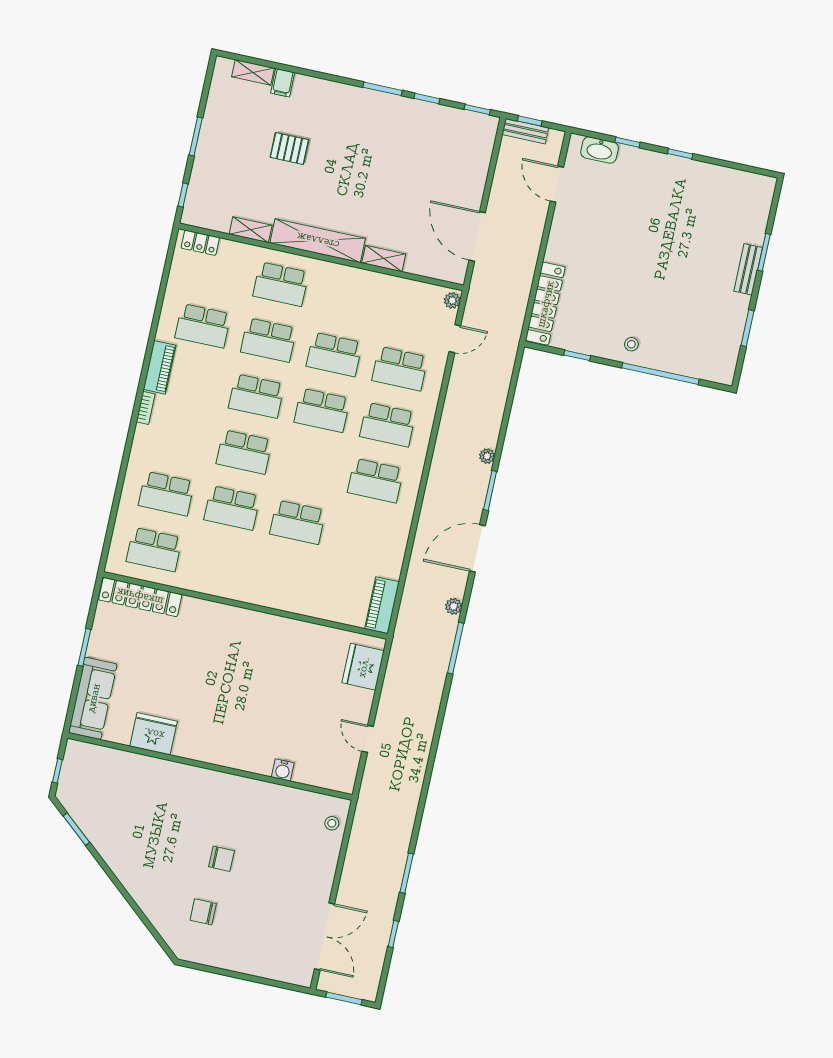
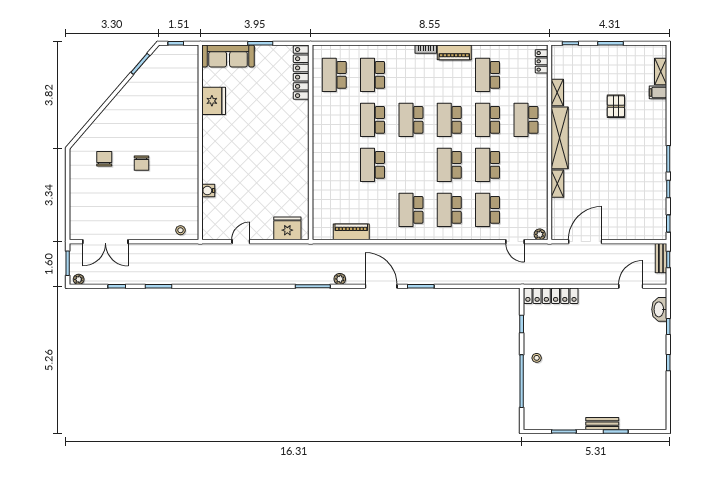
plant: (487, 456) -> (79, 279), moved
piano: (382, 605) -> (351, 232), moved

